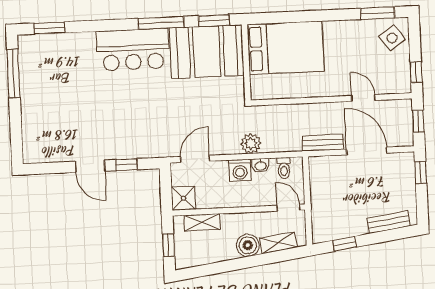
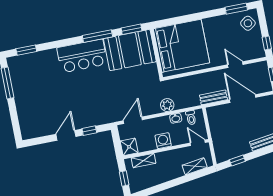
bed: (286, 48) -> (181, 46), width x1.36
door: (90, 166) -> (66, 135), swing flipped
washing machine: (240, 170) -> (163, 141), moved, turned 180
boiler: (248, 245) -> (175, 171), removed

